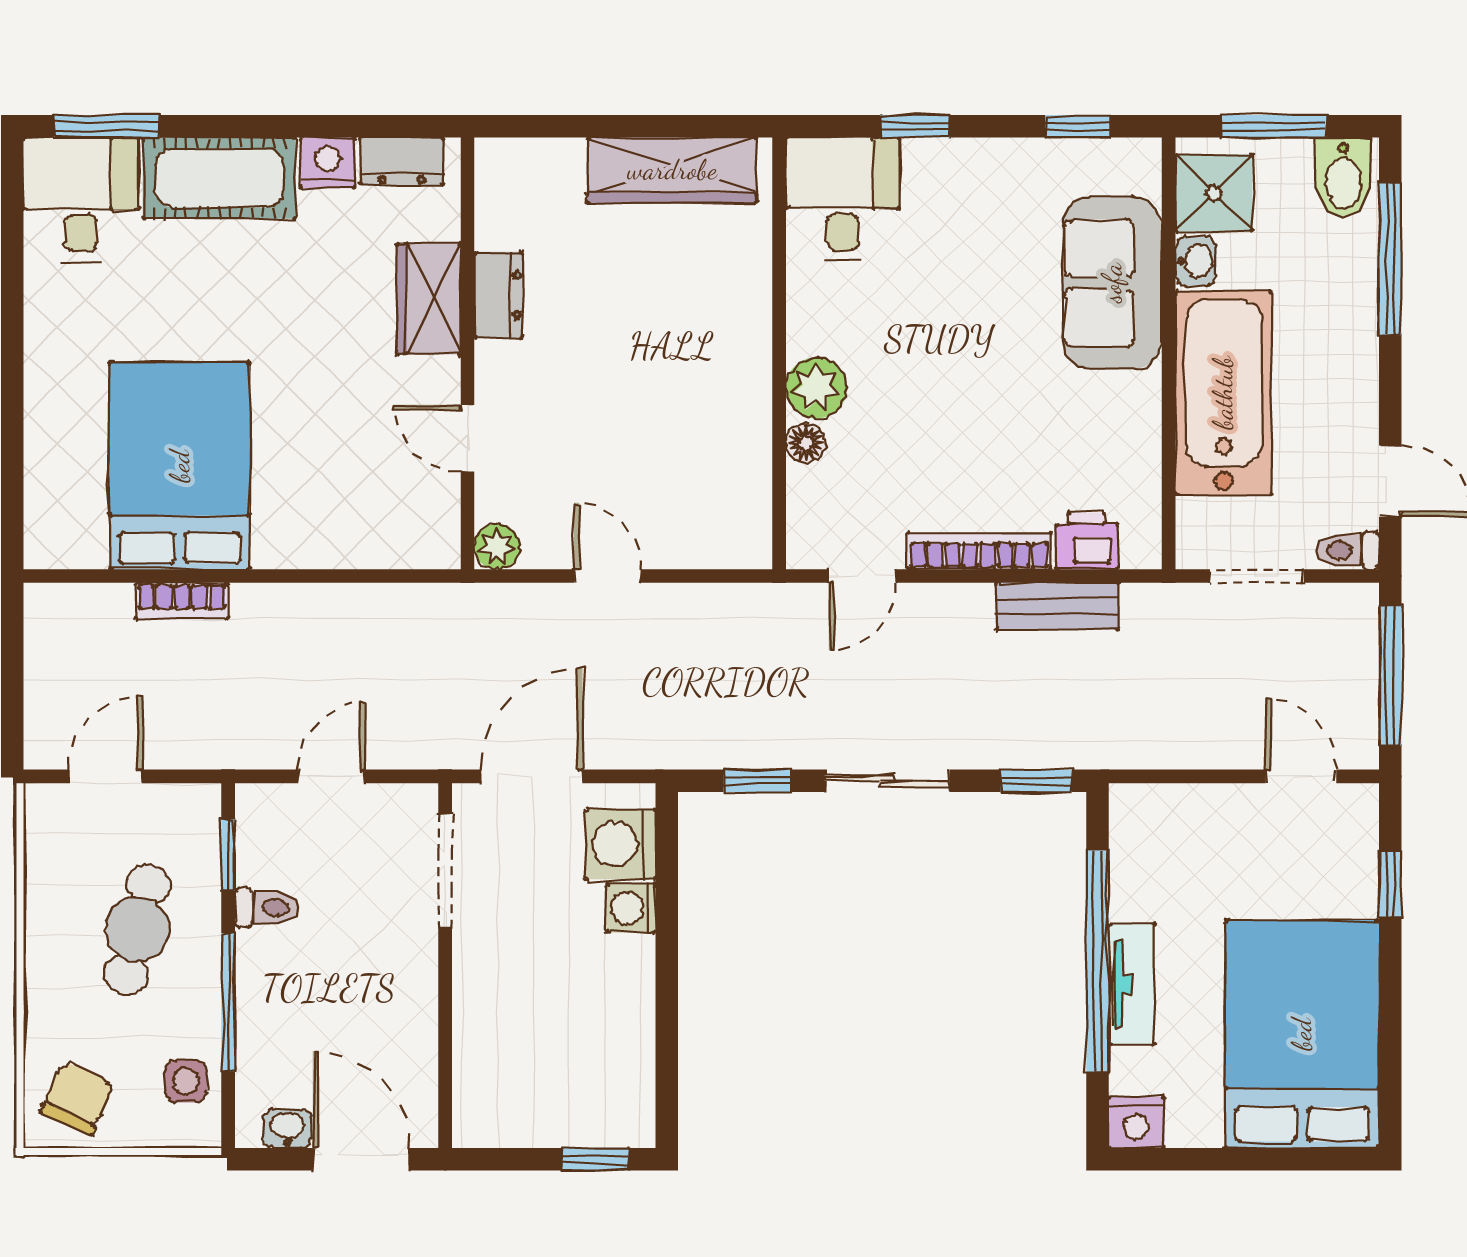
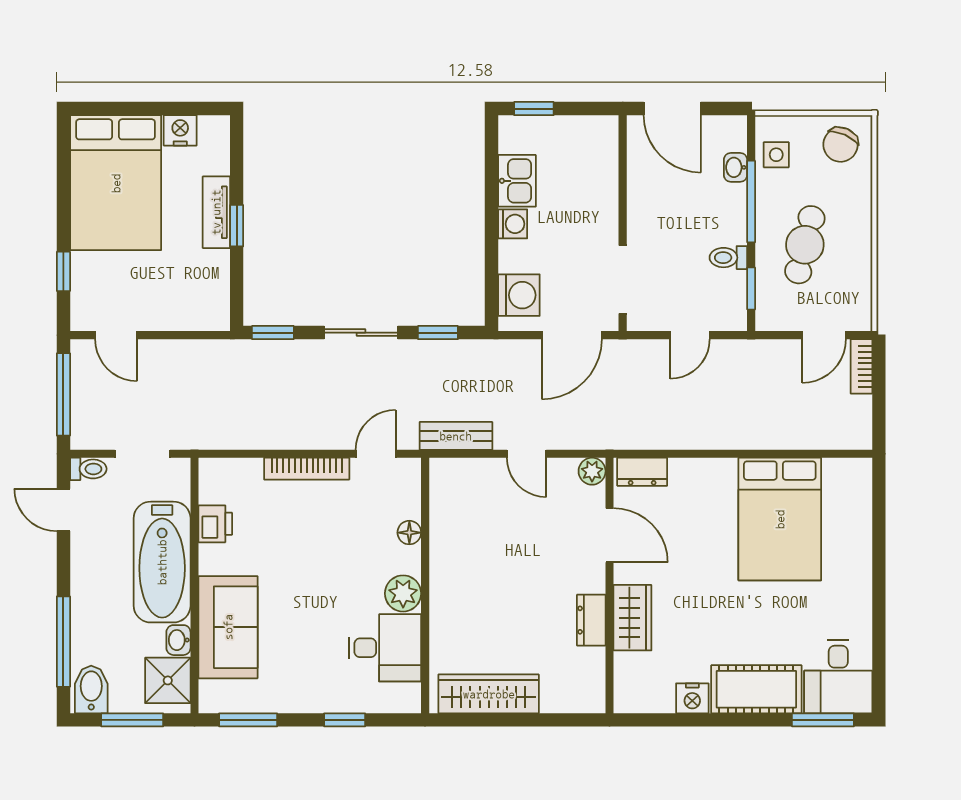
window: (1078, 126) -> (248, 720), width x1.50
dresser: (402, 161) -> (642, 472), moved, turned 180
desk: (843, 199) -> (385, 648), moved, turned -90
plant: (816, 388) -> (403, 593), moved
door: (467, 438) -> (609, 535), width x1.38
printer: (1087, 541) -> (215, 524), moved, turned -90
bookcase: (182, 601) -> (861, 366), moved, turned -90
bench: (1057, 606) -> (456, 436), moved
washing machine: (631, 908) -> (513, 224), moved
window: (1097, 961) -> (237, 226), width x0.32
kitchen sink: (624, 1037) -> (517, 181), added
nightstand: (1136, 1122) -> (180, 130), moved
washbasin: (287, 1128) -> (735, 167), moved, turned 90

